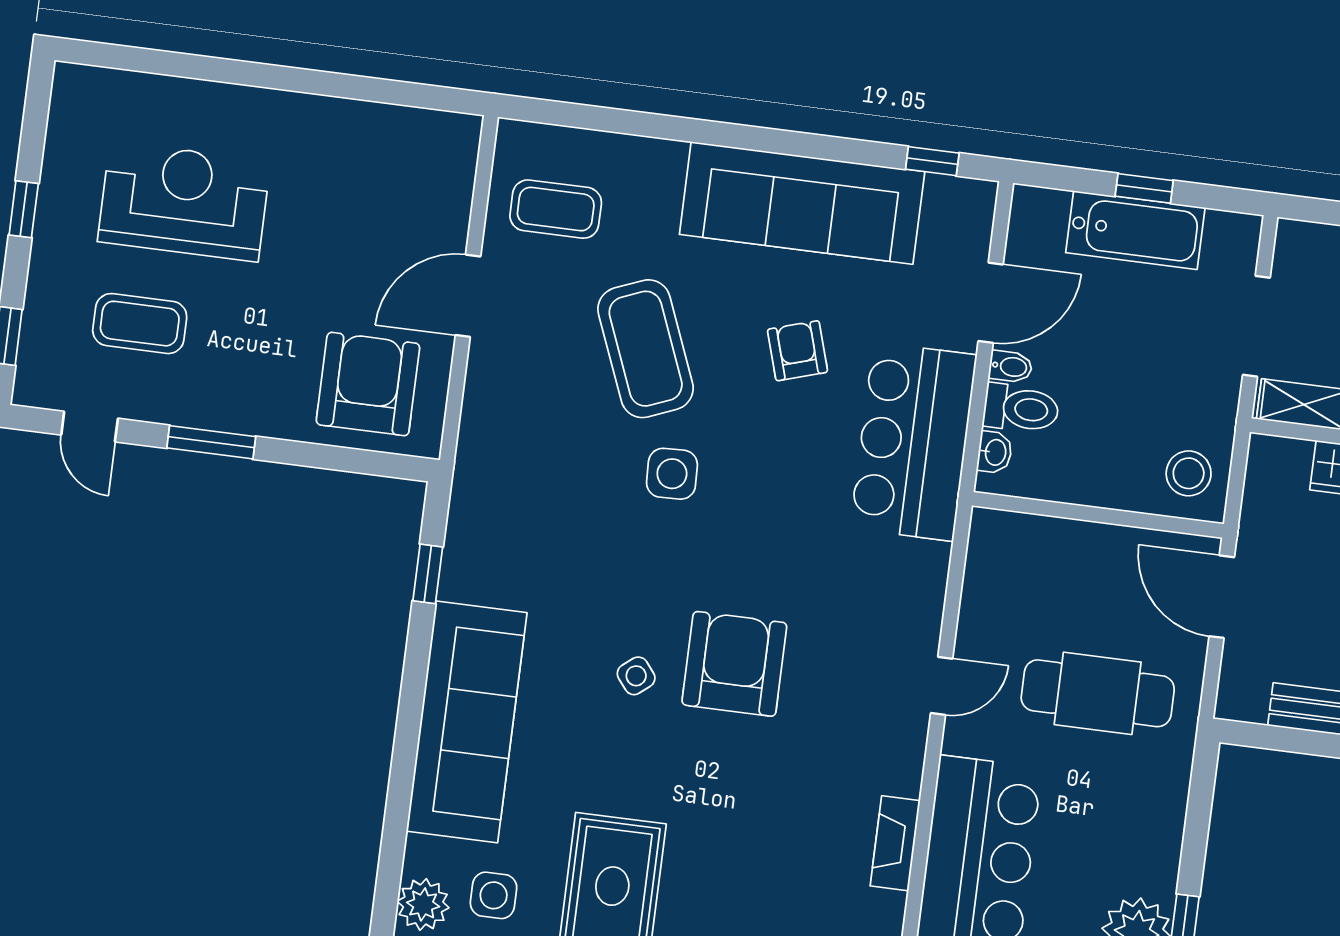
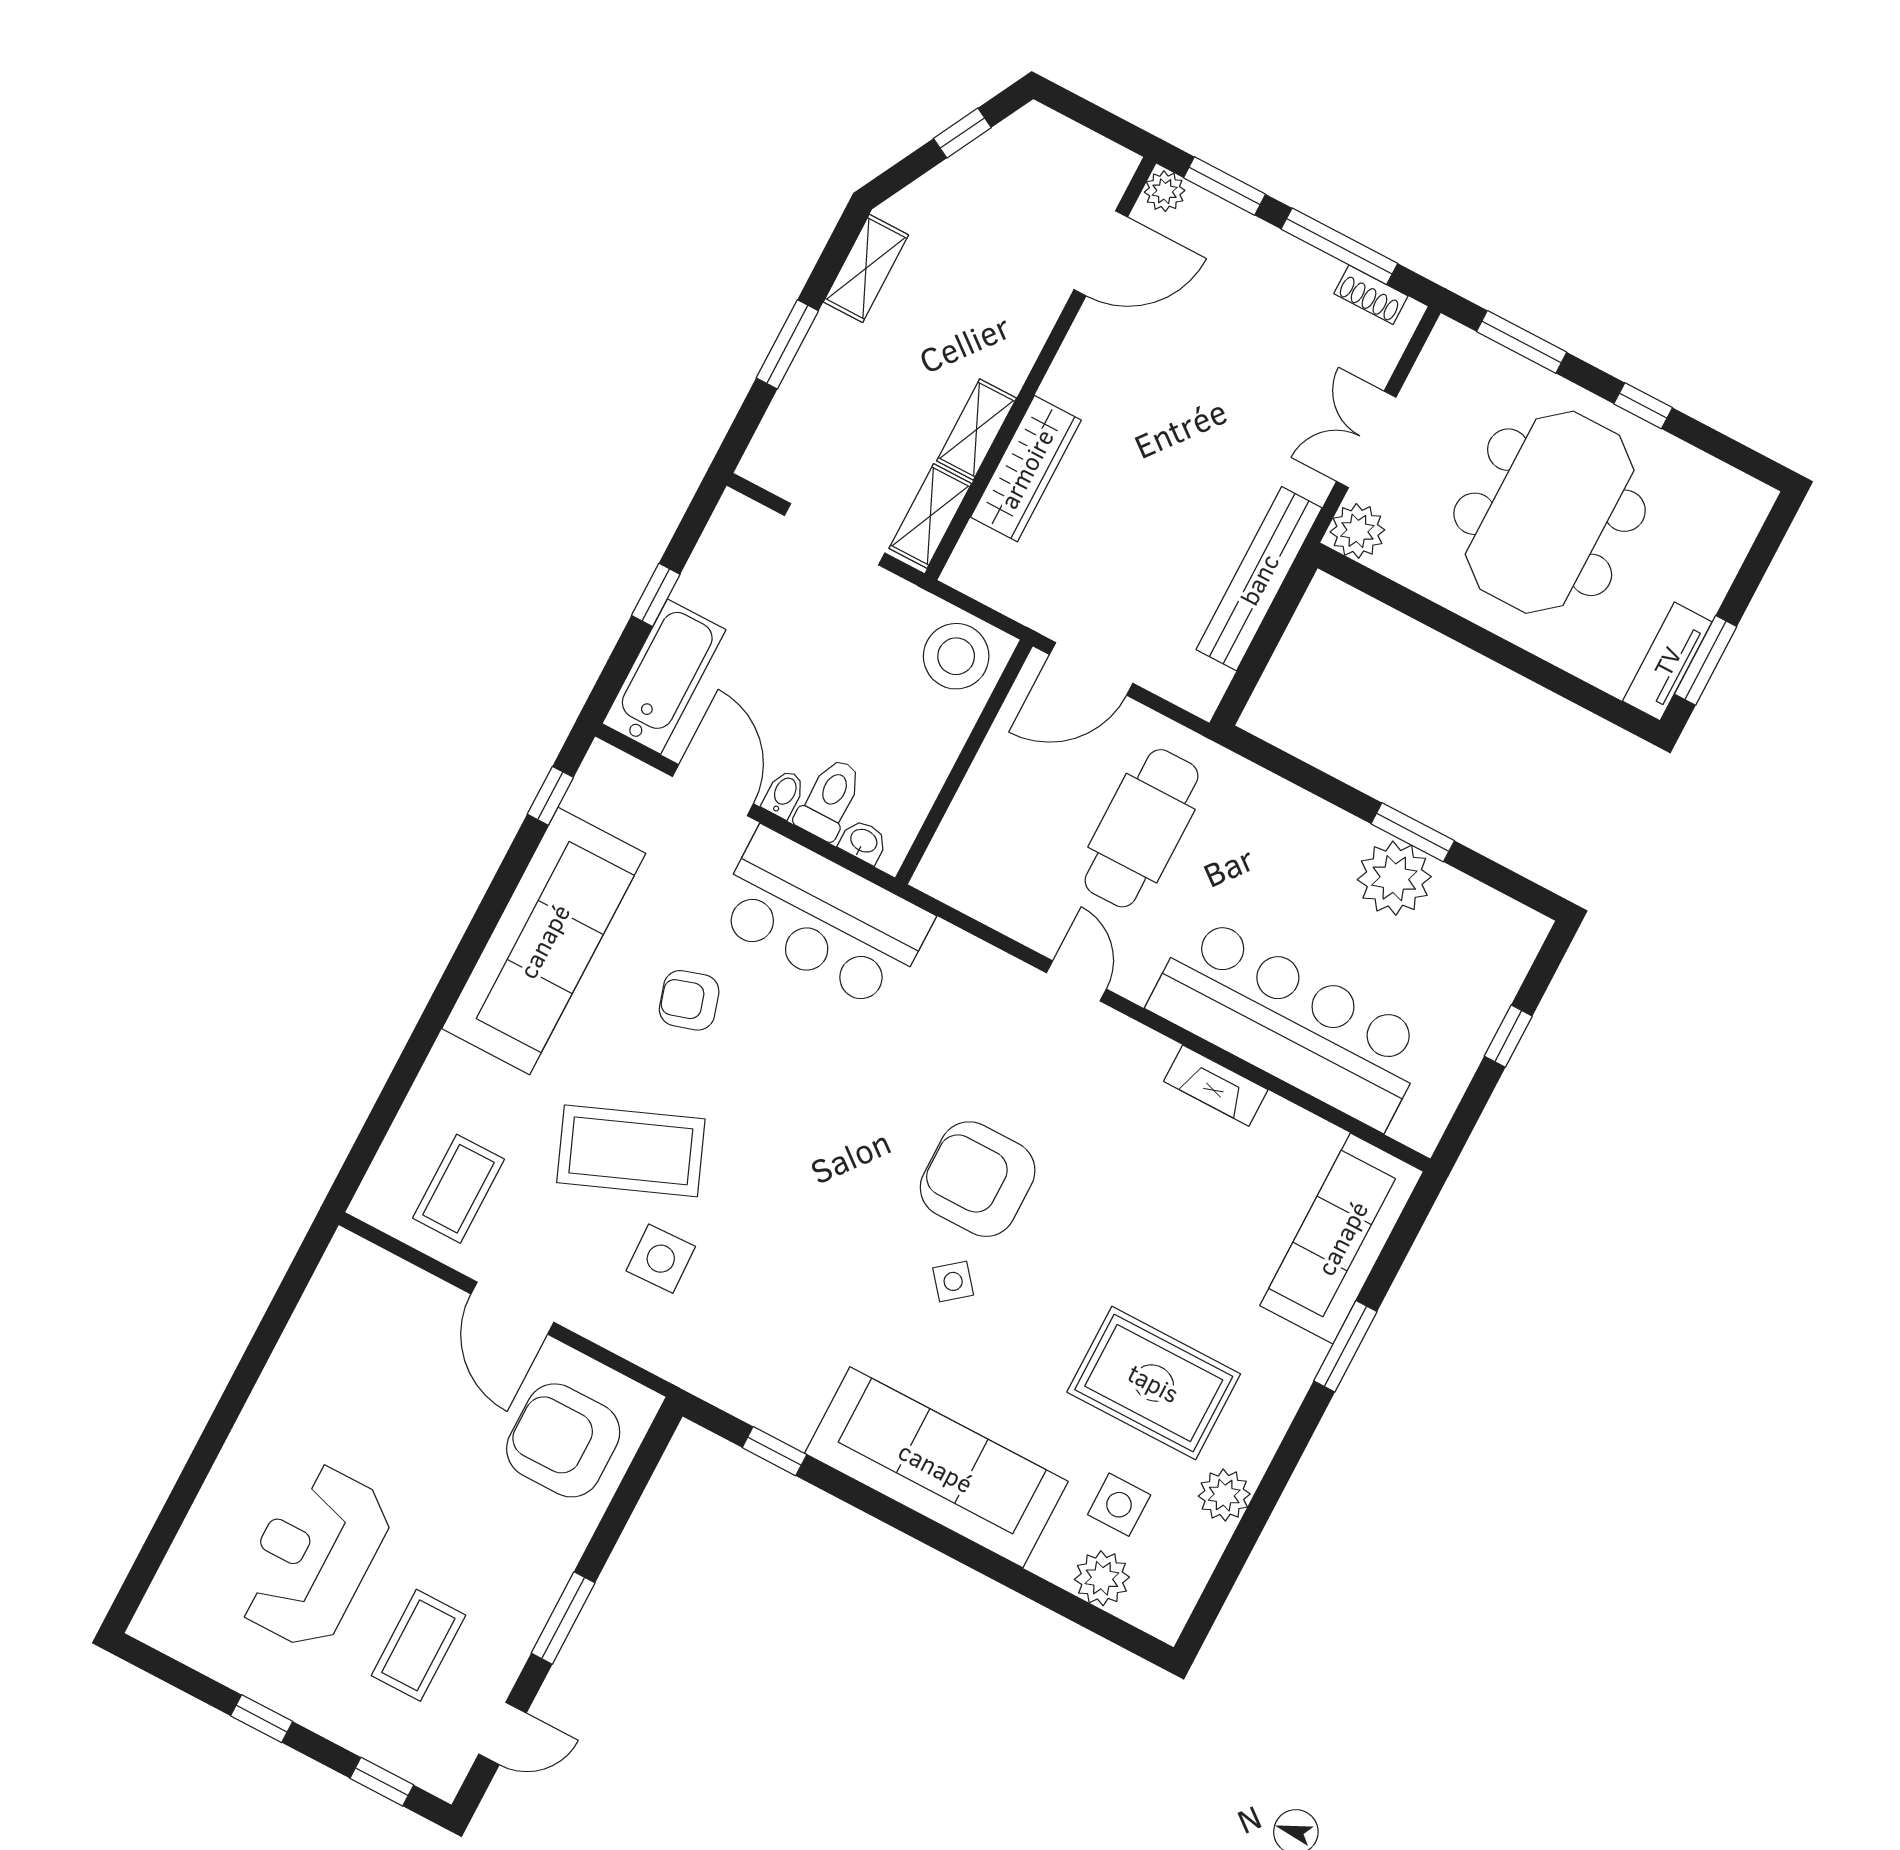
bathtub: (1135, 230) -> (664, 677), moved
stool: (1189, 473) -> (956, 656), width x1.38, depth x1.38
side table: (672, 474) -> (661, 1259), moved

